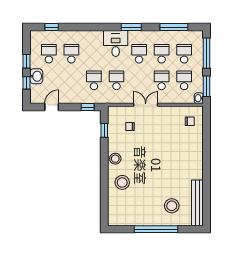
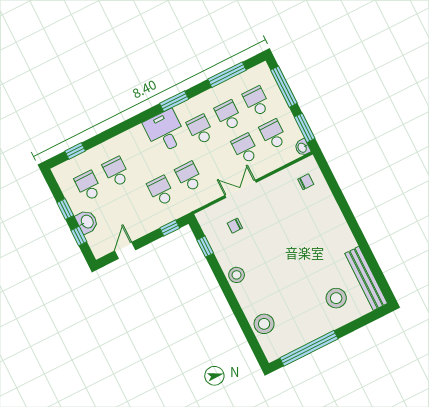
stool: (122, 182) -> (264, 324), moved
window: (156, 229) -> (309, 348), moved

